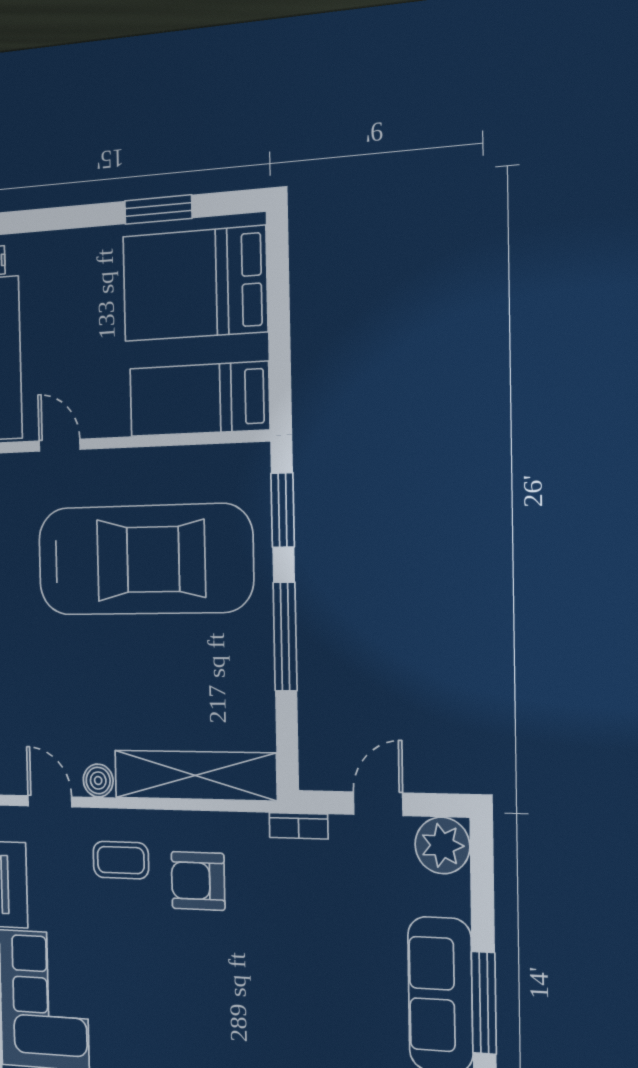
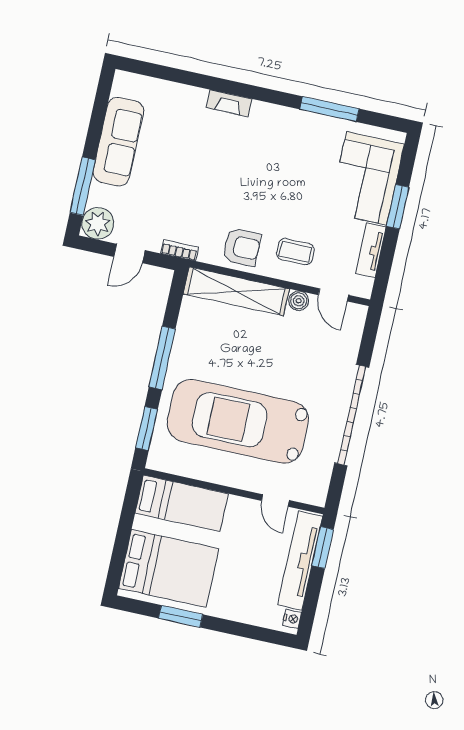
armchair: (198, 881) -> (242, 247), moved
window: (484, 1003) -> (83, 186), moved

